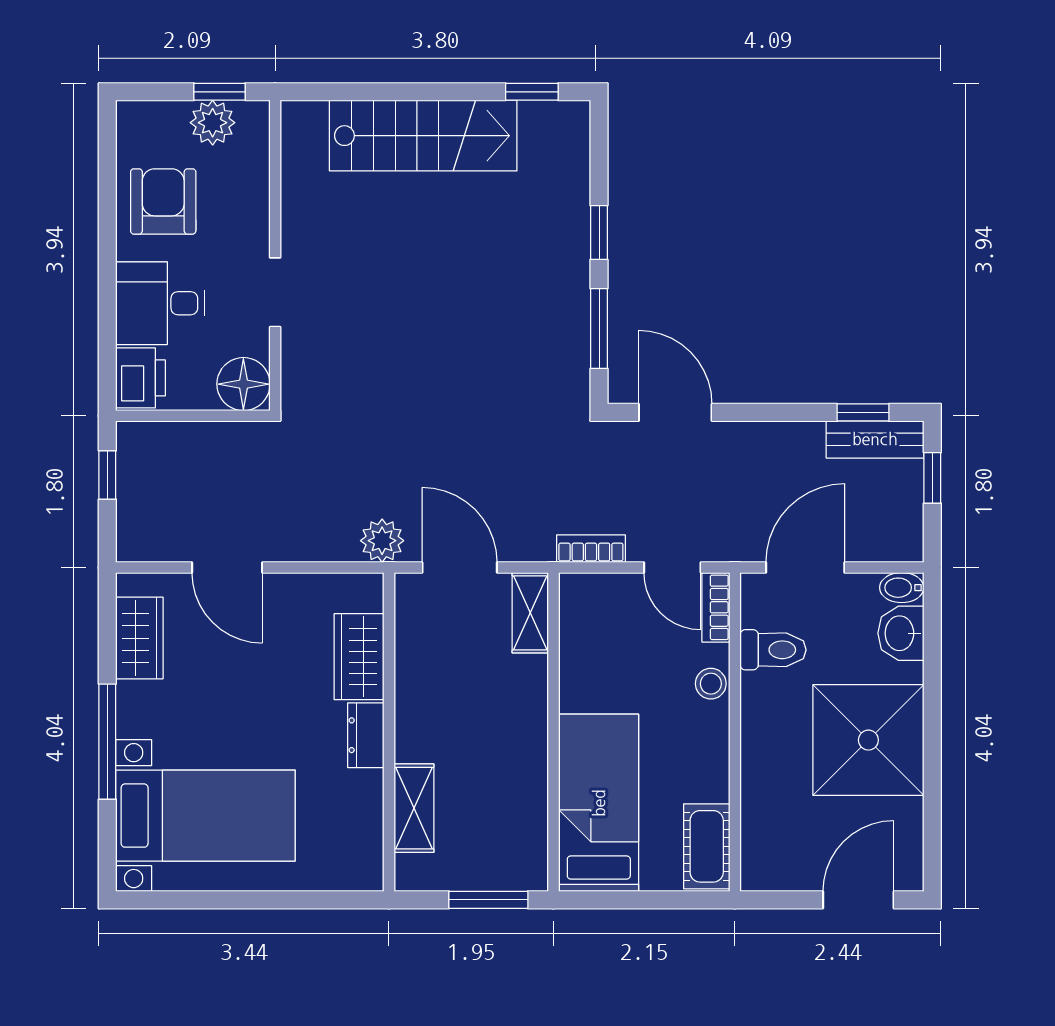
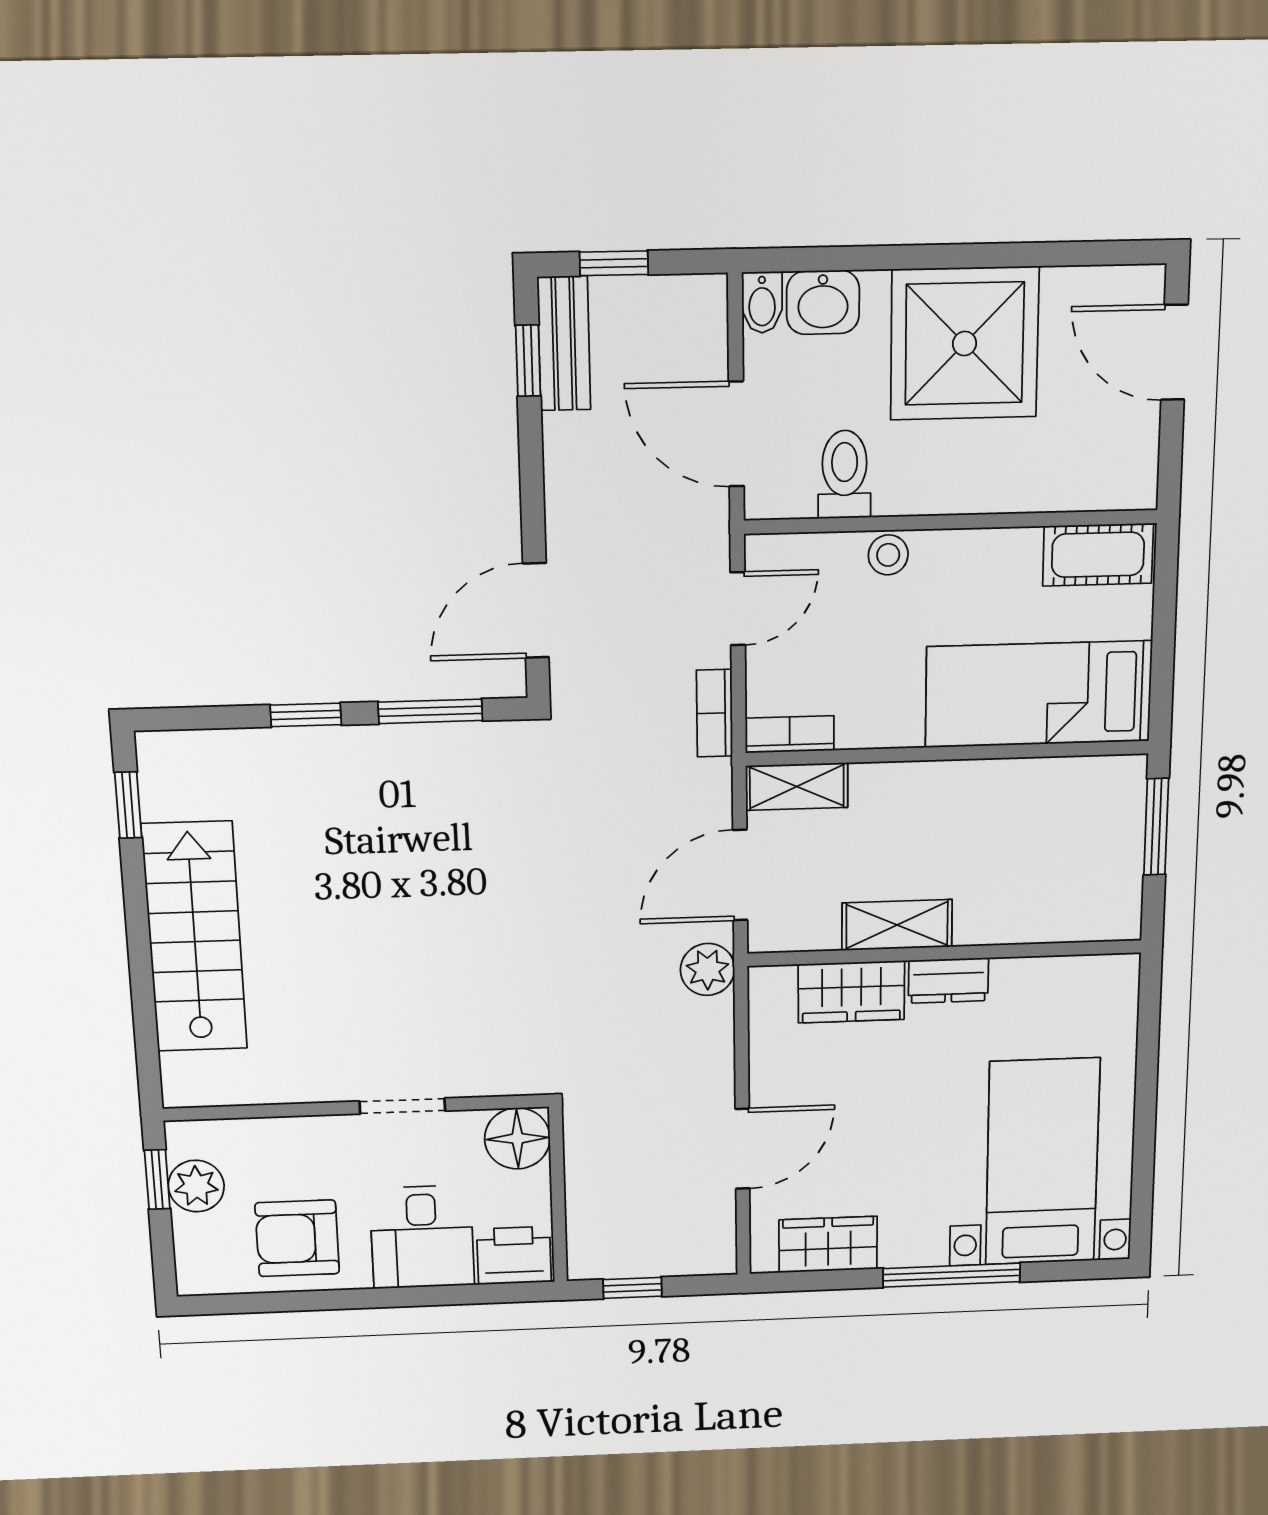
bookcase: (716, 607) -> (790, 734), moved, turned 180
shelving: (414, 808) -> (897, 925), moved

